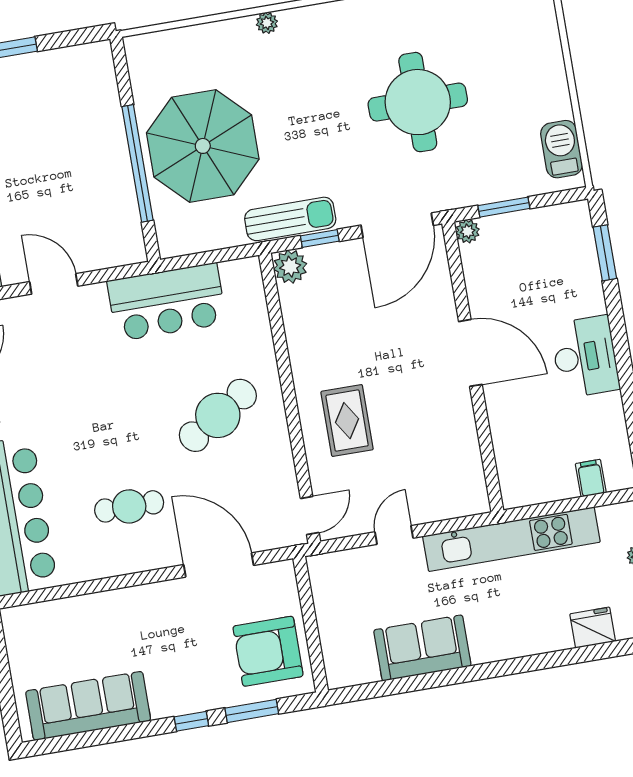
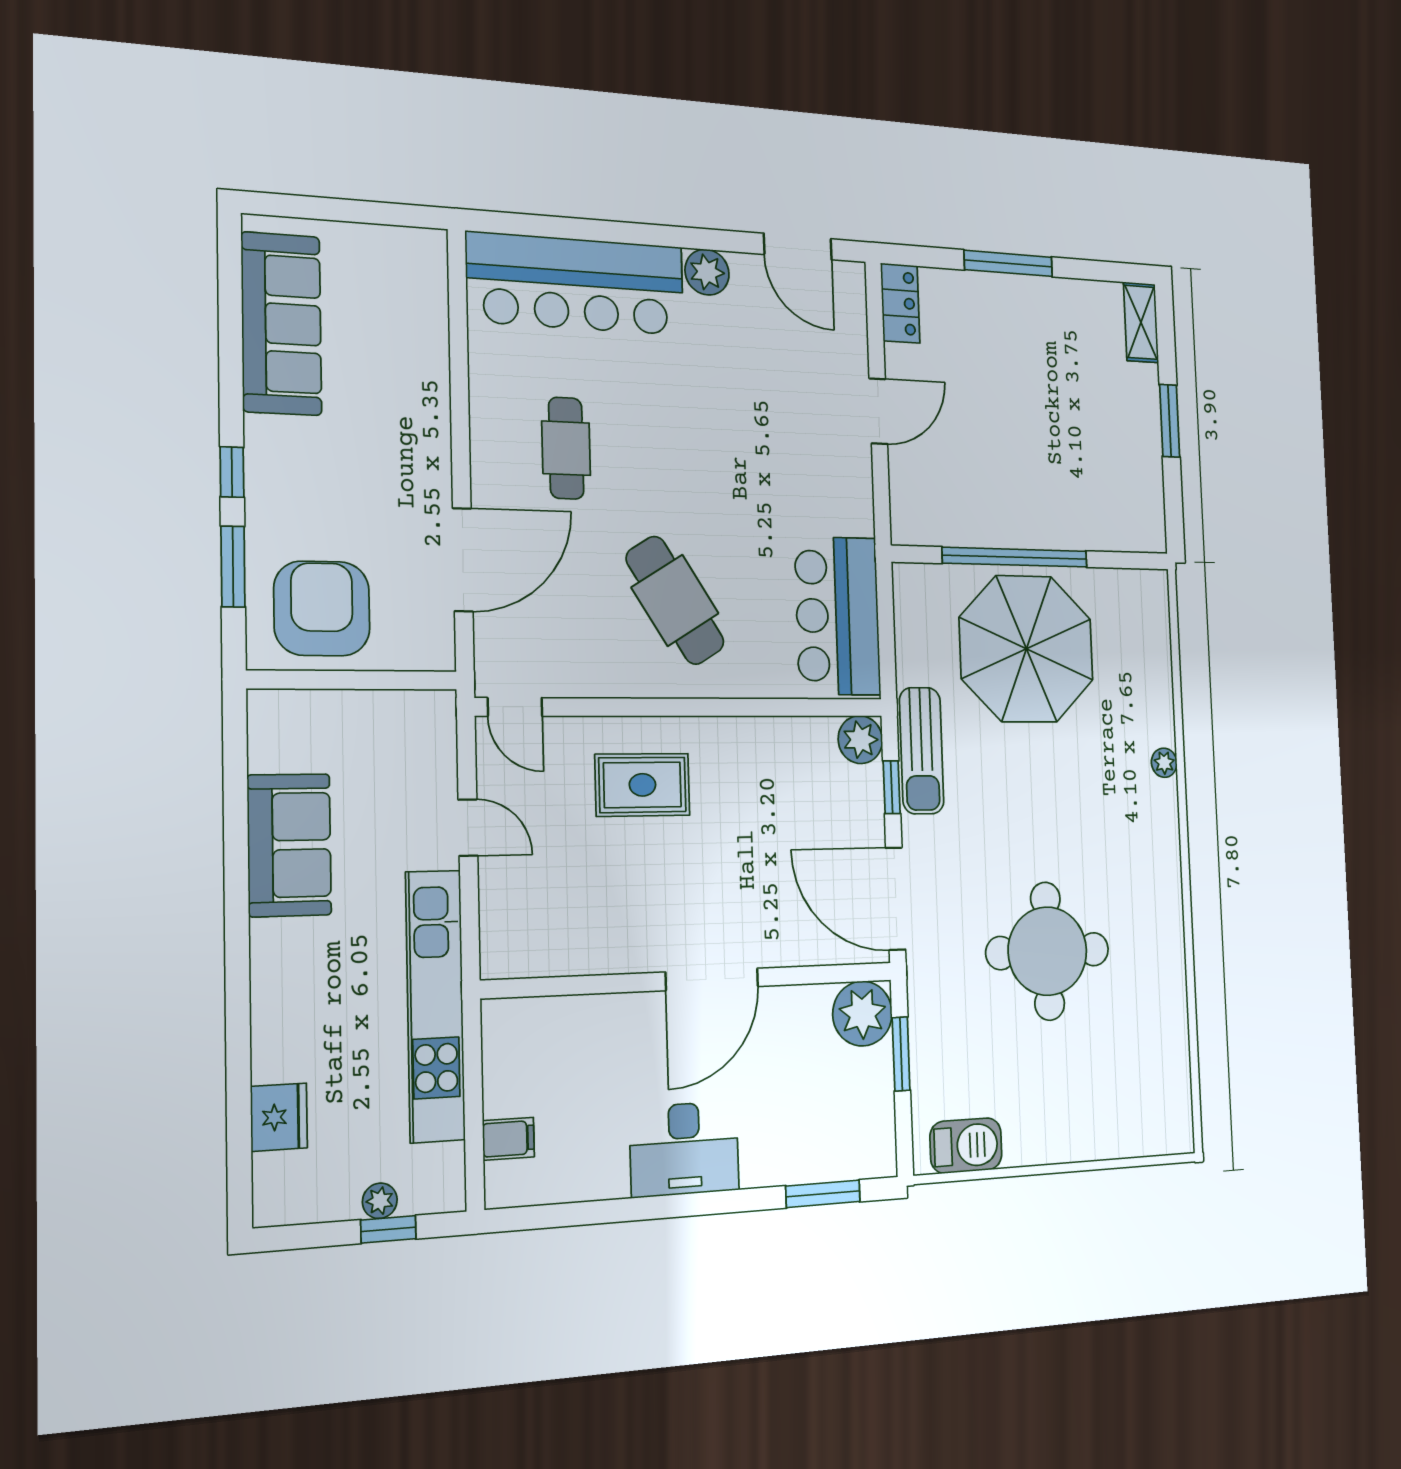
plant: (468, 231) -> (862, 1014), width x1.88, depth x1.88
bar counter: (167, 302) -> (838, 616), moved

